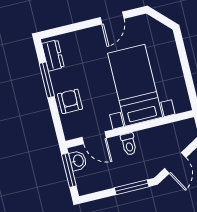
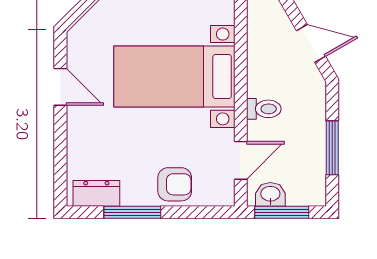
armchair: (70, 101) -> (175, 184), turned 180
window: (132, 187) -> (332, 148), moved

